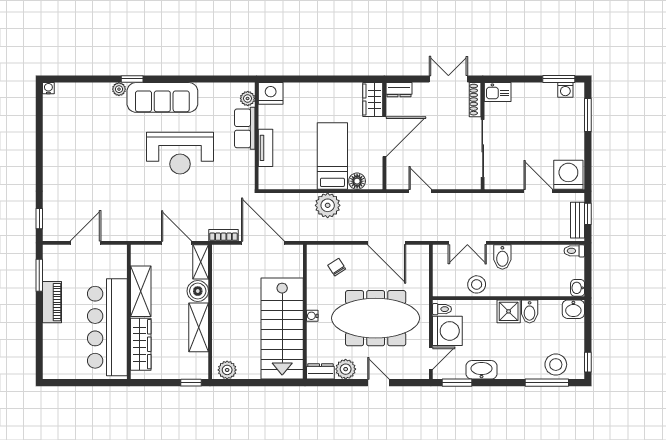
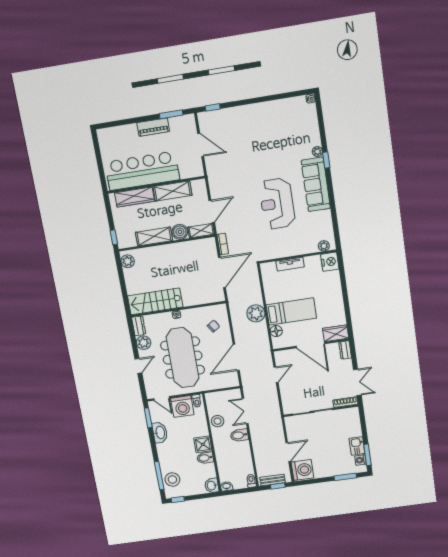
kitchen sink: (498, 92) -> (357, 446), moved
row of seats: (245, 128) -> (302, 247), removed
stairs: (282, 329) -> (155, 301), width x0.73, depth x0.66

